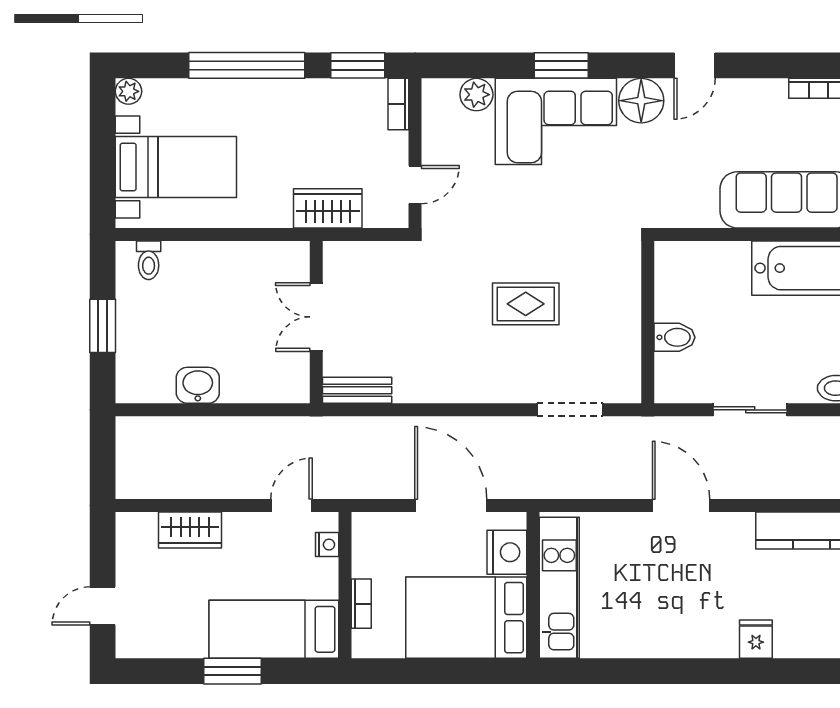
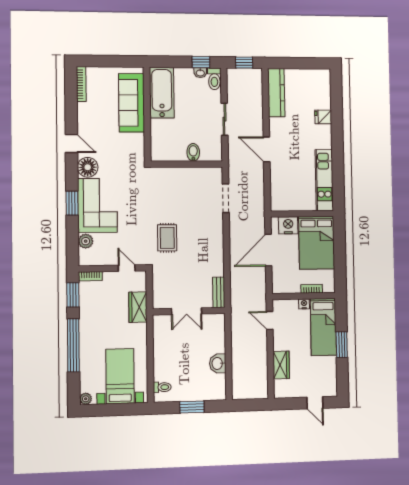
rug: (526, 304) -> (167, 238), moved
door: (681, 505) -> (267, 149), hinge flipped
nightstand: (327, 545) -> (304, 304), moved
kitchen unit: (559, 588) -> (324, 180), moved, turned -90

